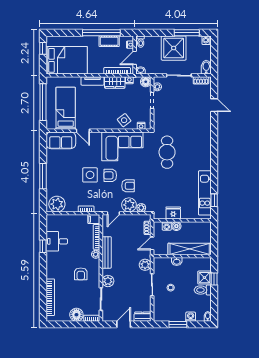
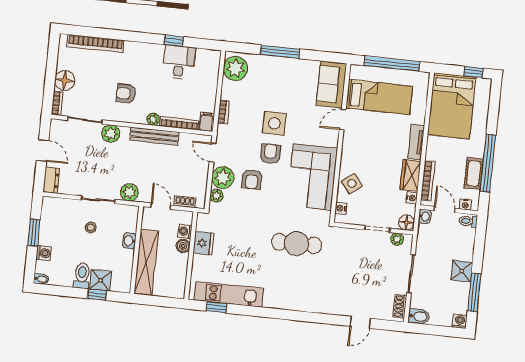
shower: (174, 48) -> (462, 271), width x0.54, depth x0.54

